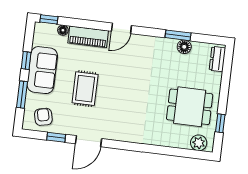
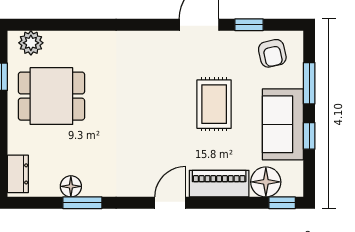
floor lamp: (63, 30) -> (266, 182), width x1.89, depth x1.89

